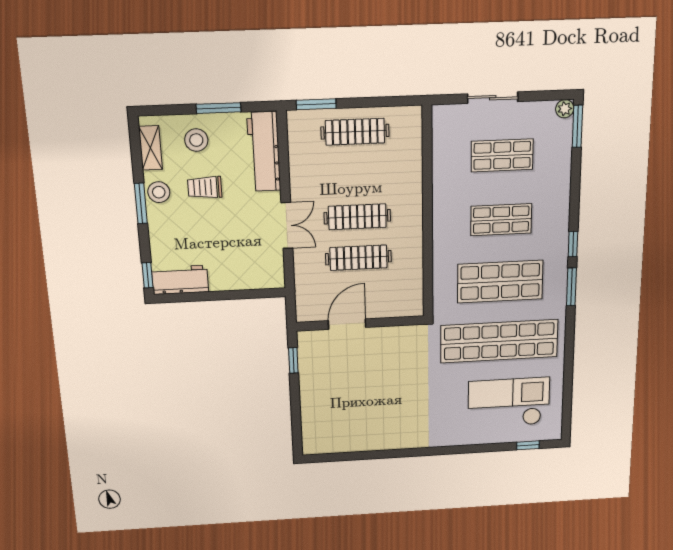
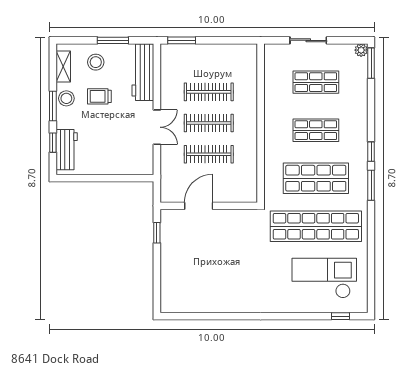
clothes rail: (355, 132) -> (209, 92), moved
window: (147, 275) -> (53, 143), moved
workbench: (180, 280) -> (67, 150), moved, turned 90

